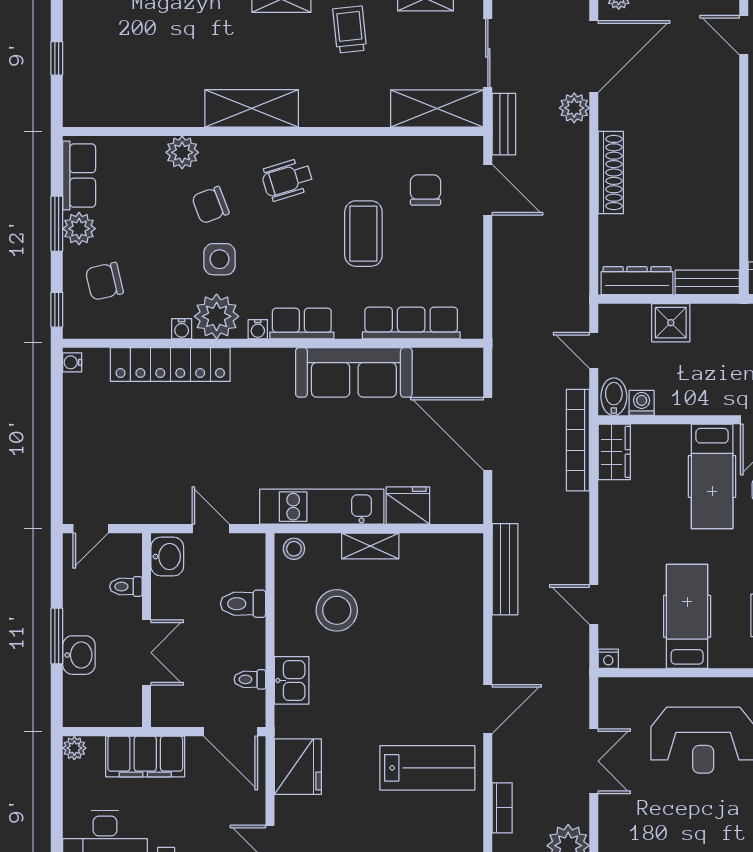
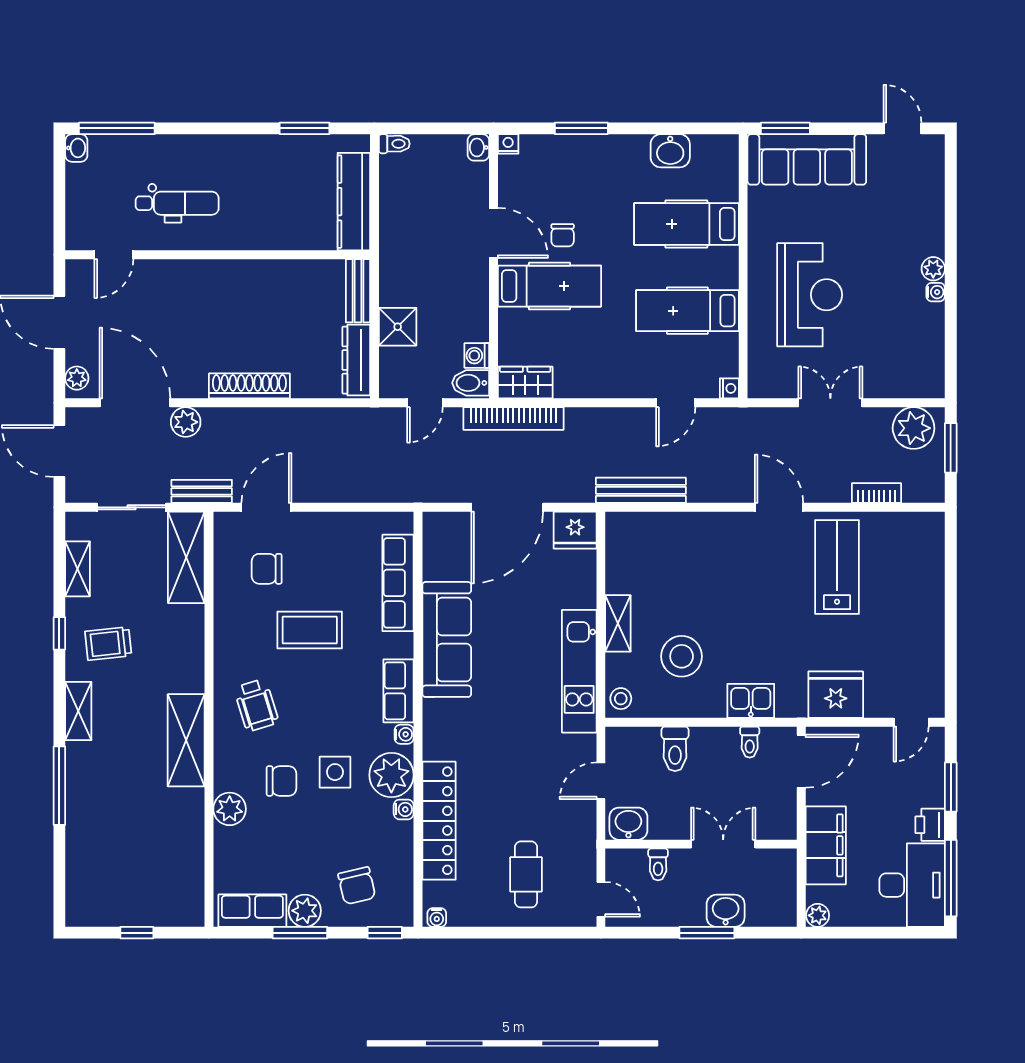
chair: (210, 205) -> (281, 781), turned -69
cafe table: (116, 453) -> (526, 874), added
fridge: (408, 505) -> (575, 530), moved, turned -90

